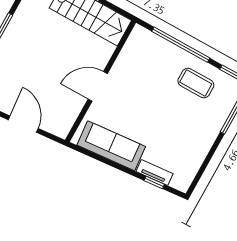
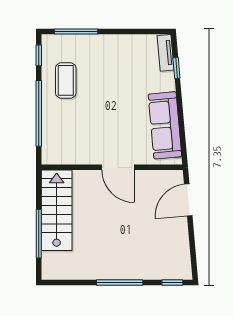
door: (23, 124) -> (188, 200), moved
tv unit: (155, 173) -> (166, 53), moved

